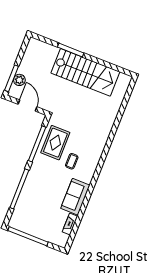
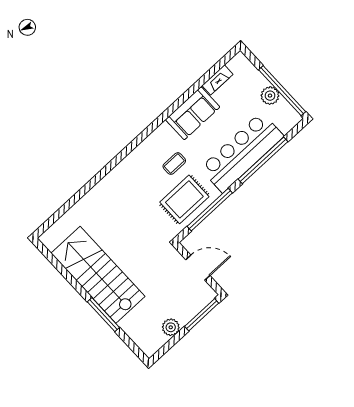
plant: (19, 80) -> (171, 327), moved
door: (27, 106) -> (198, 268), swing flipped
bar counter: (34, 188) -> (242, 152), added
plant: (34, 230) -> (270, 96), added

